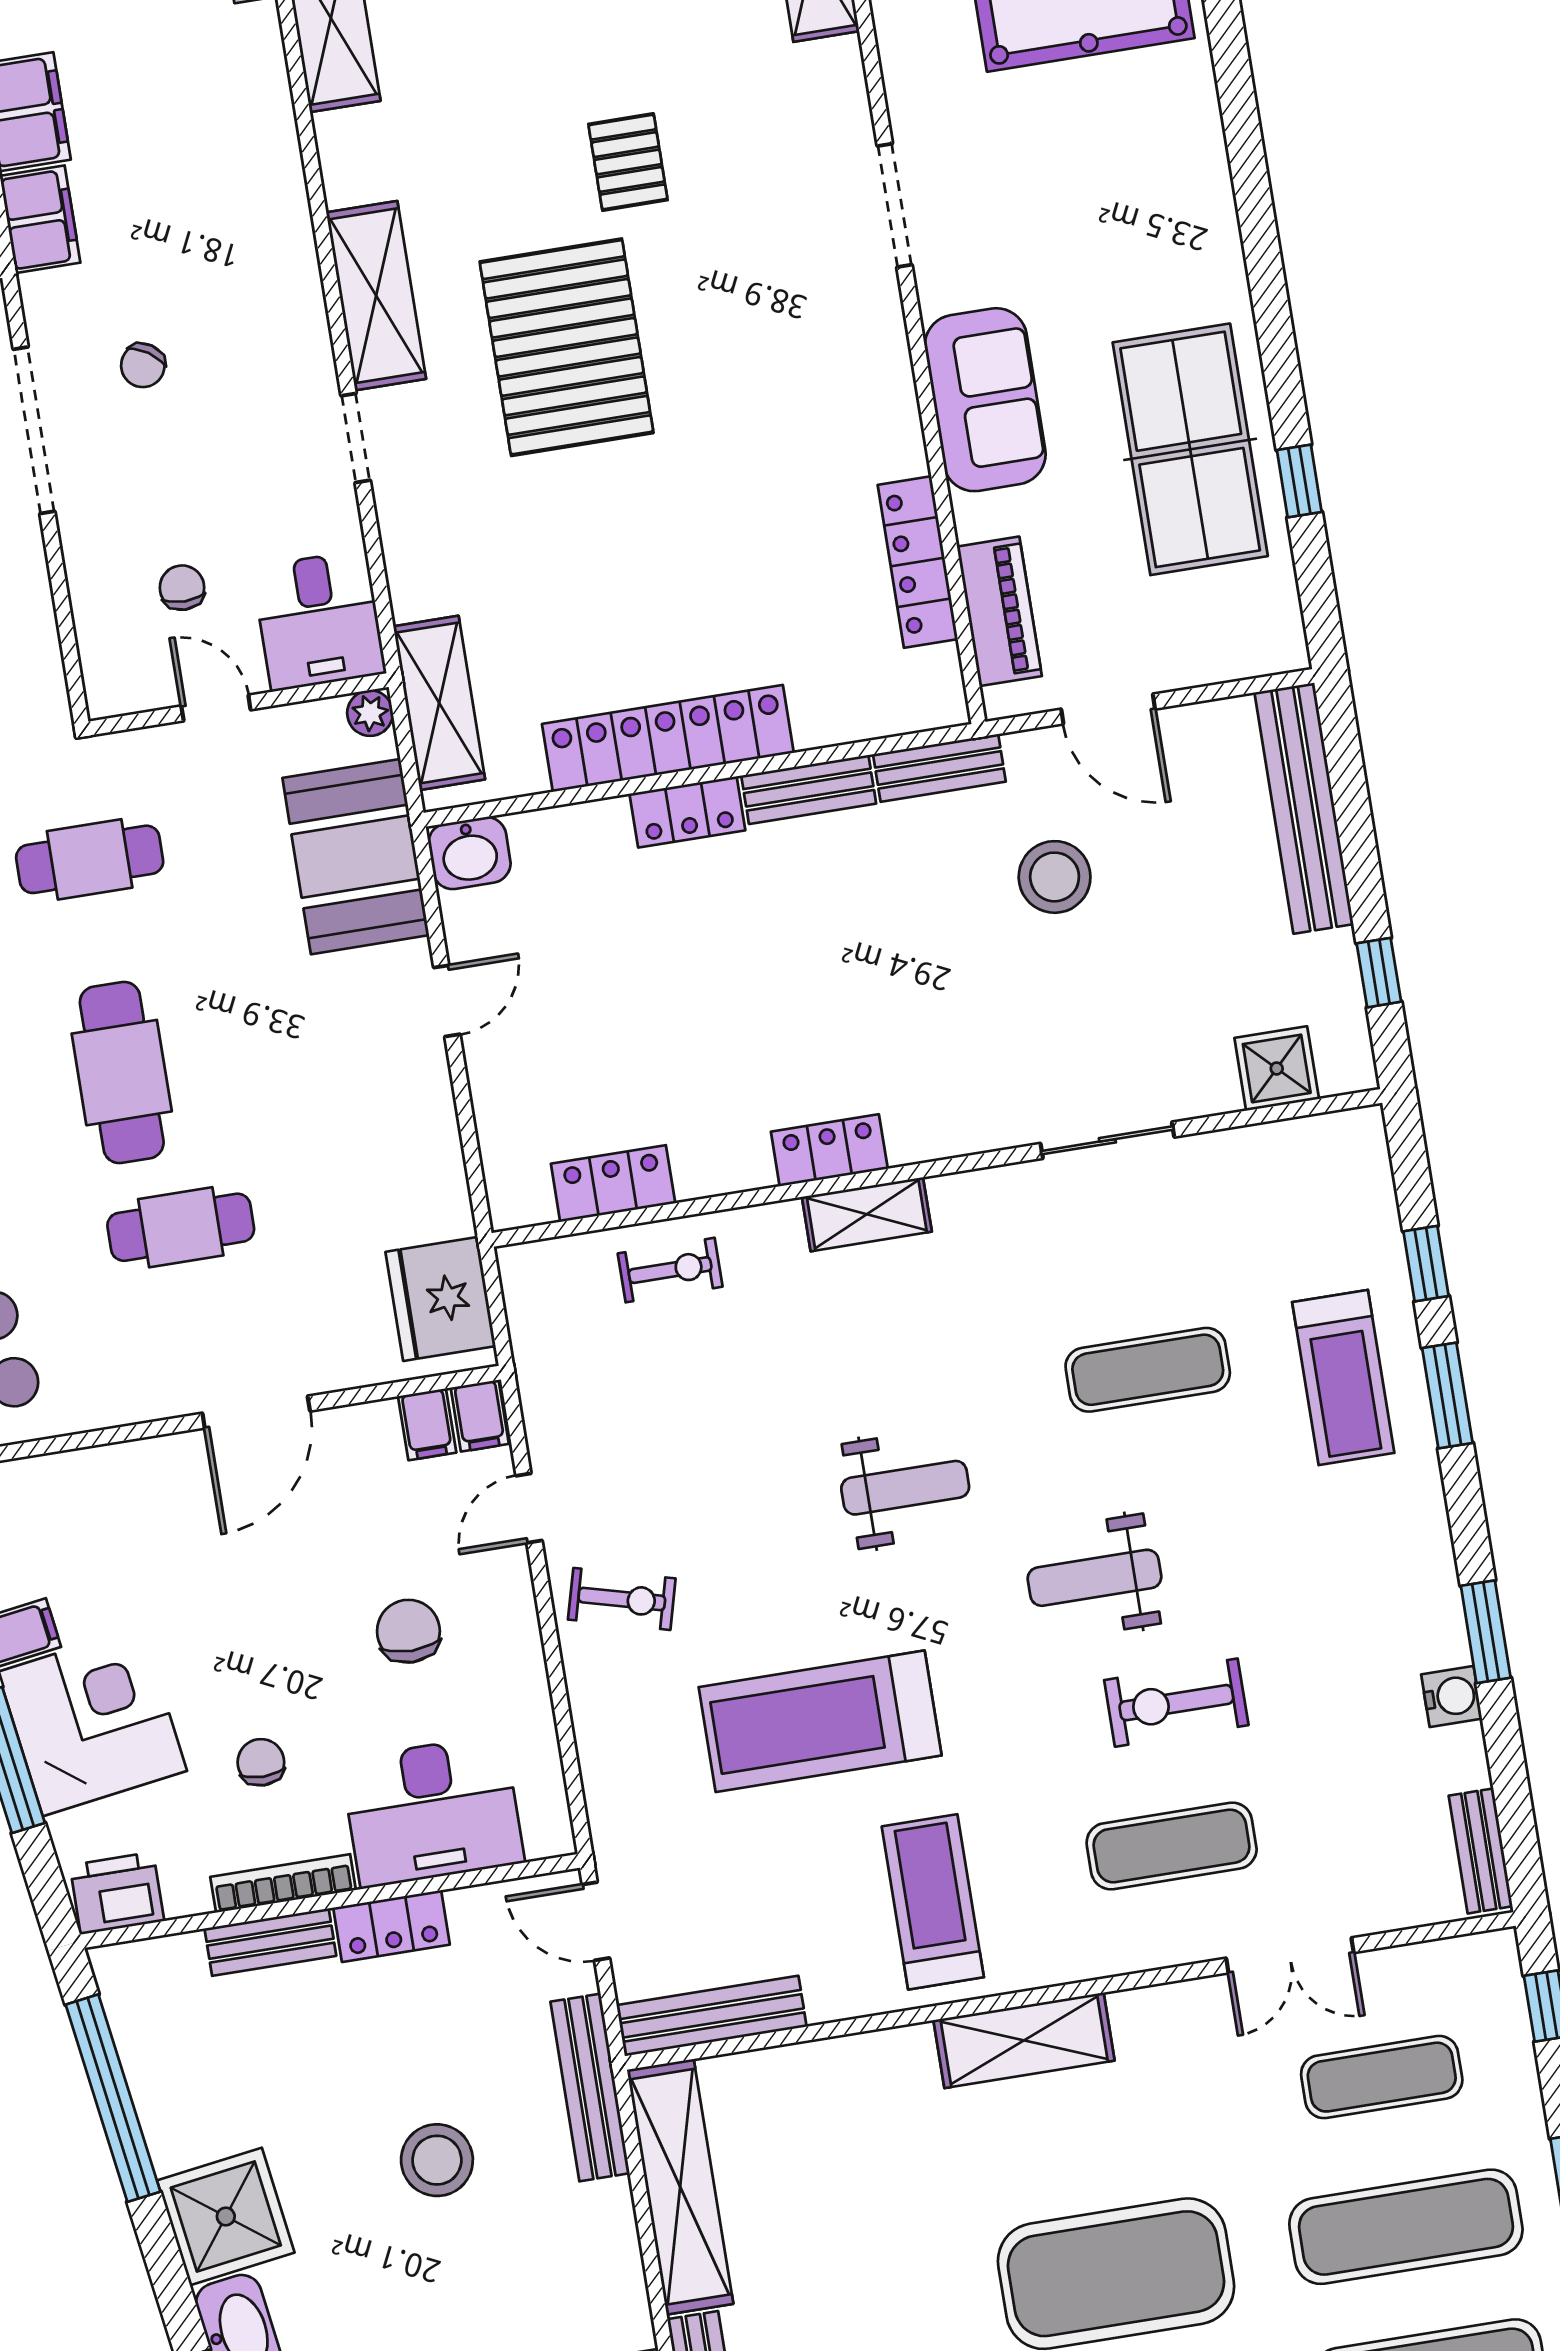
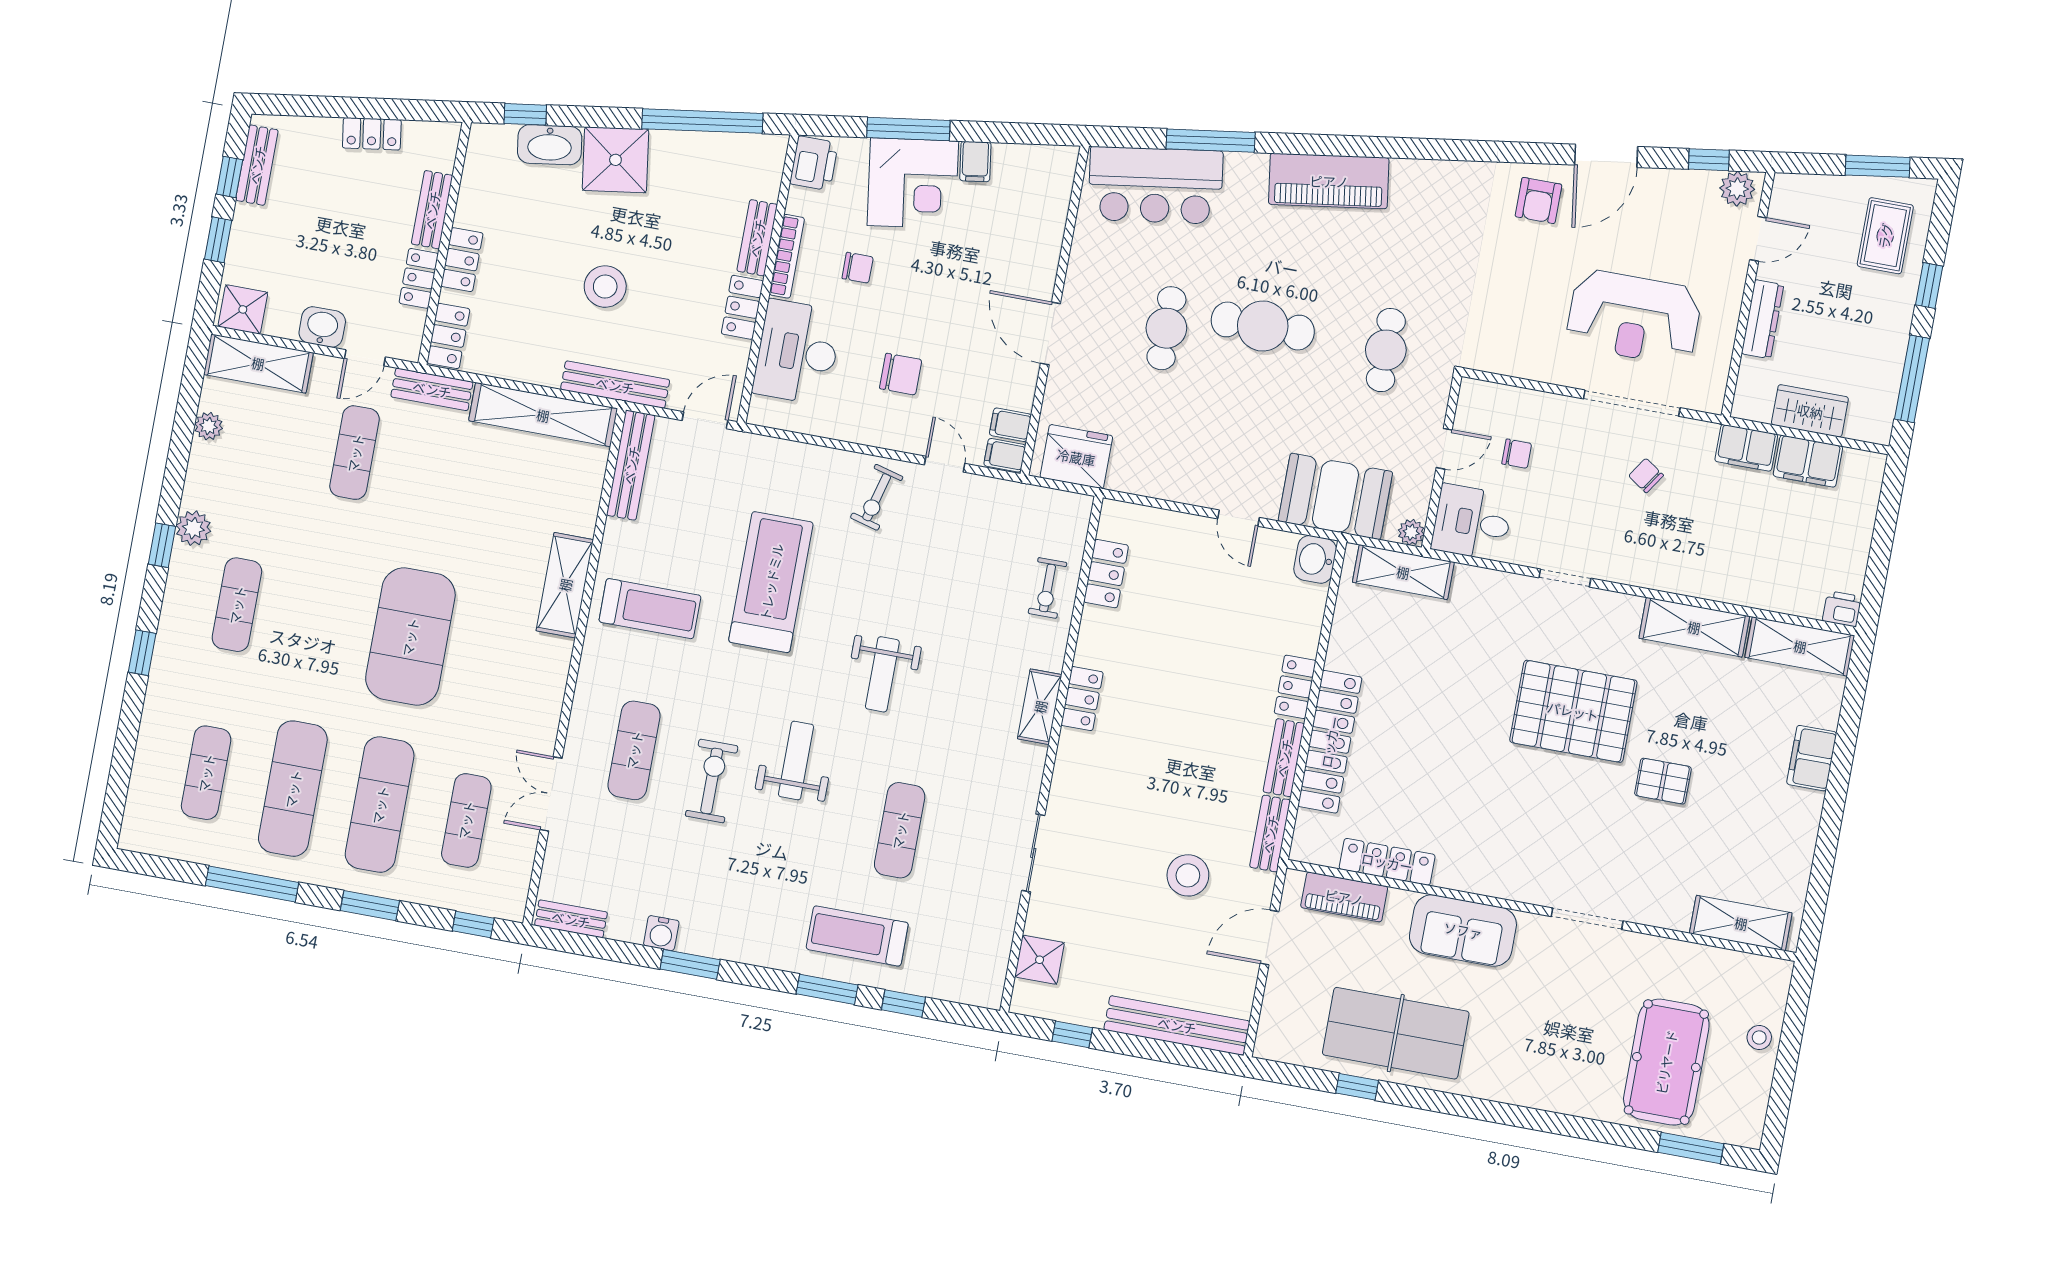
shelving: (376, 296) -> (1694, 627), moved
locker: (668, 738) -> (1330, 742), moved
shelving: (1024, 2040) -> (565, 585), moved

